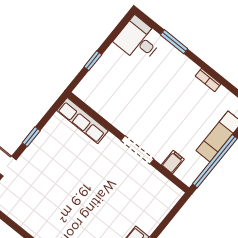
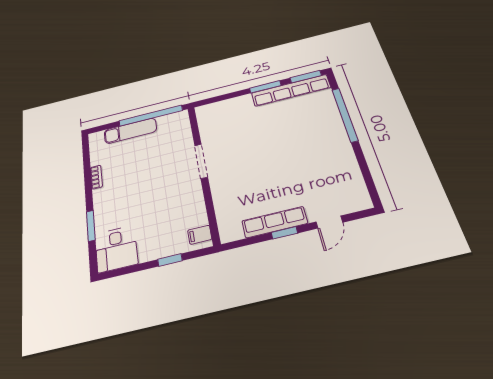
row of seats: (83, 121) -> (275, 222), moved, turned -90
filing cabinet: (173, 162) -> (200, 235), moved

